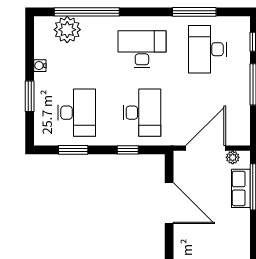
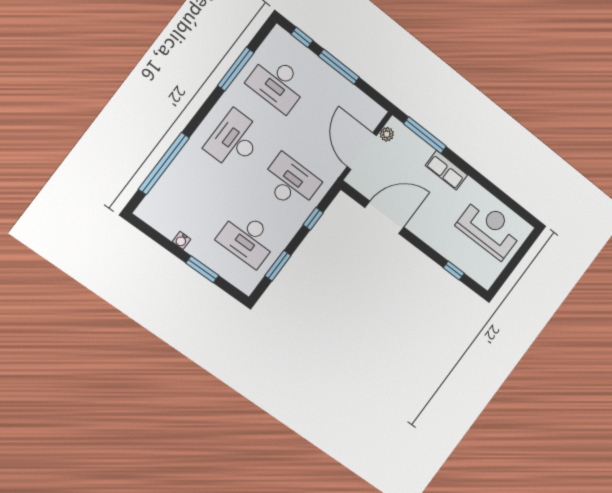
plant: (67, 30) -> (167, 193), removed
desk: (77, 113) -> (248, 239), turned 180
row of seats: (241, 188) -> (446, 170), moved

